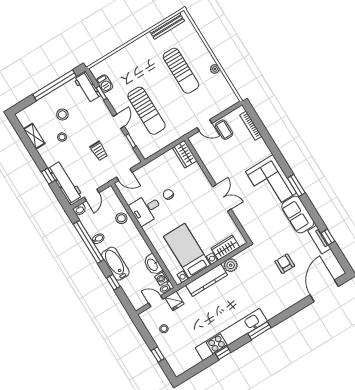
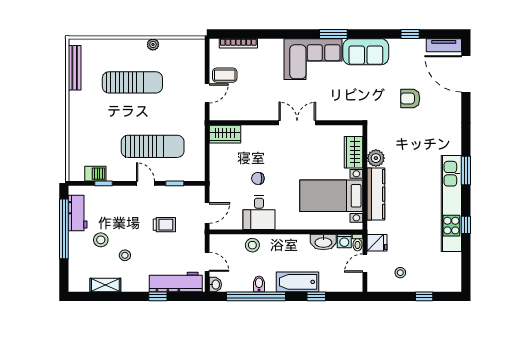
workbench: (87, 87) -> (78, 213), moved, turned -90
tv unit: (319, 240) -> (444, 45), moved

